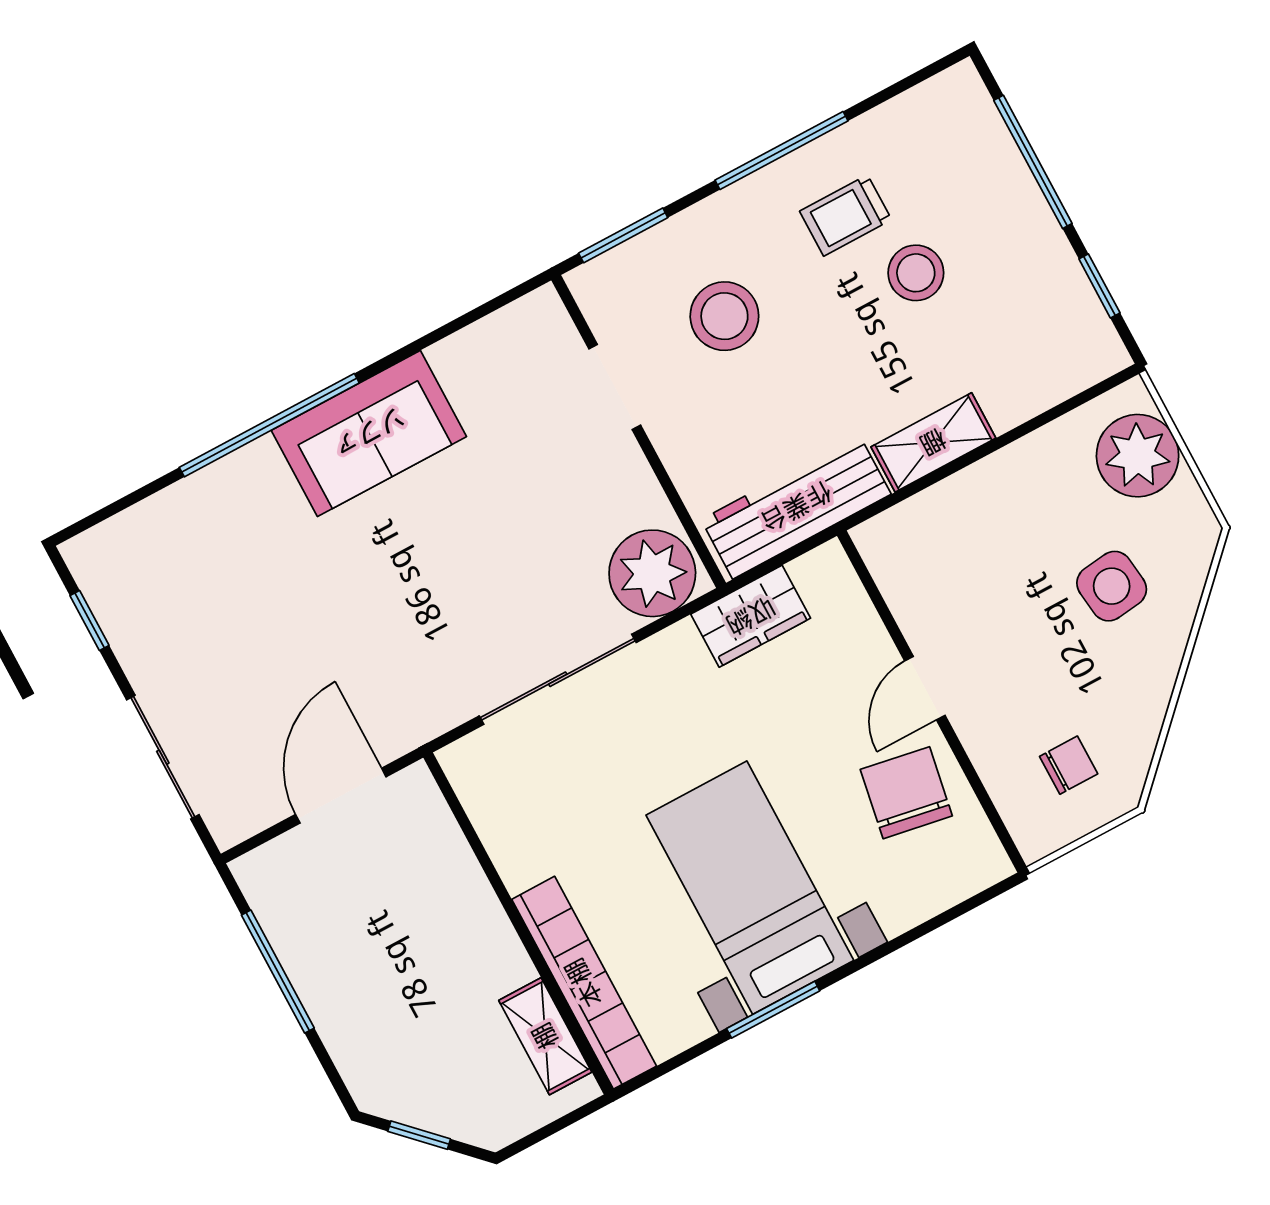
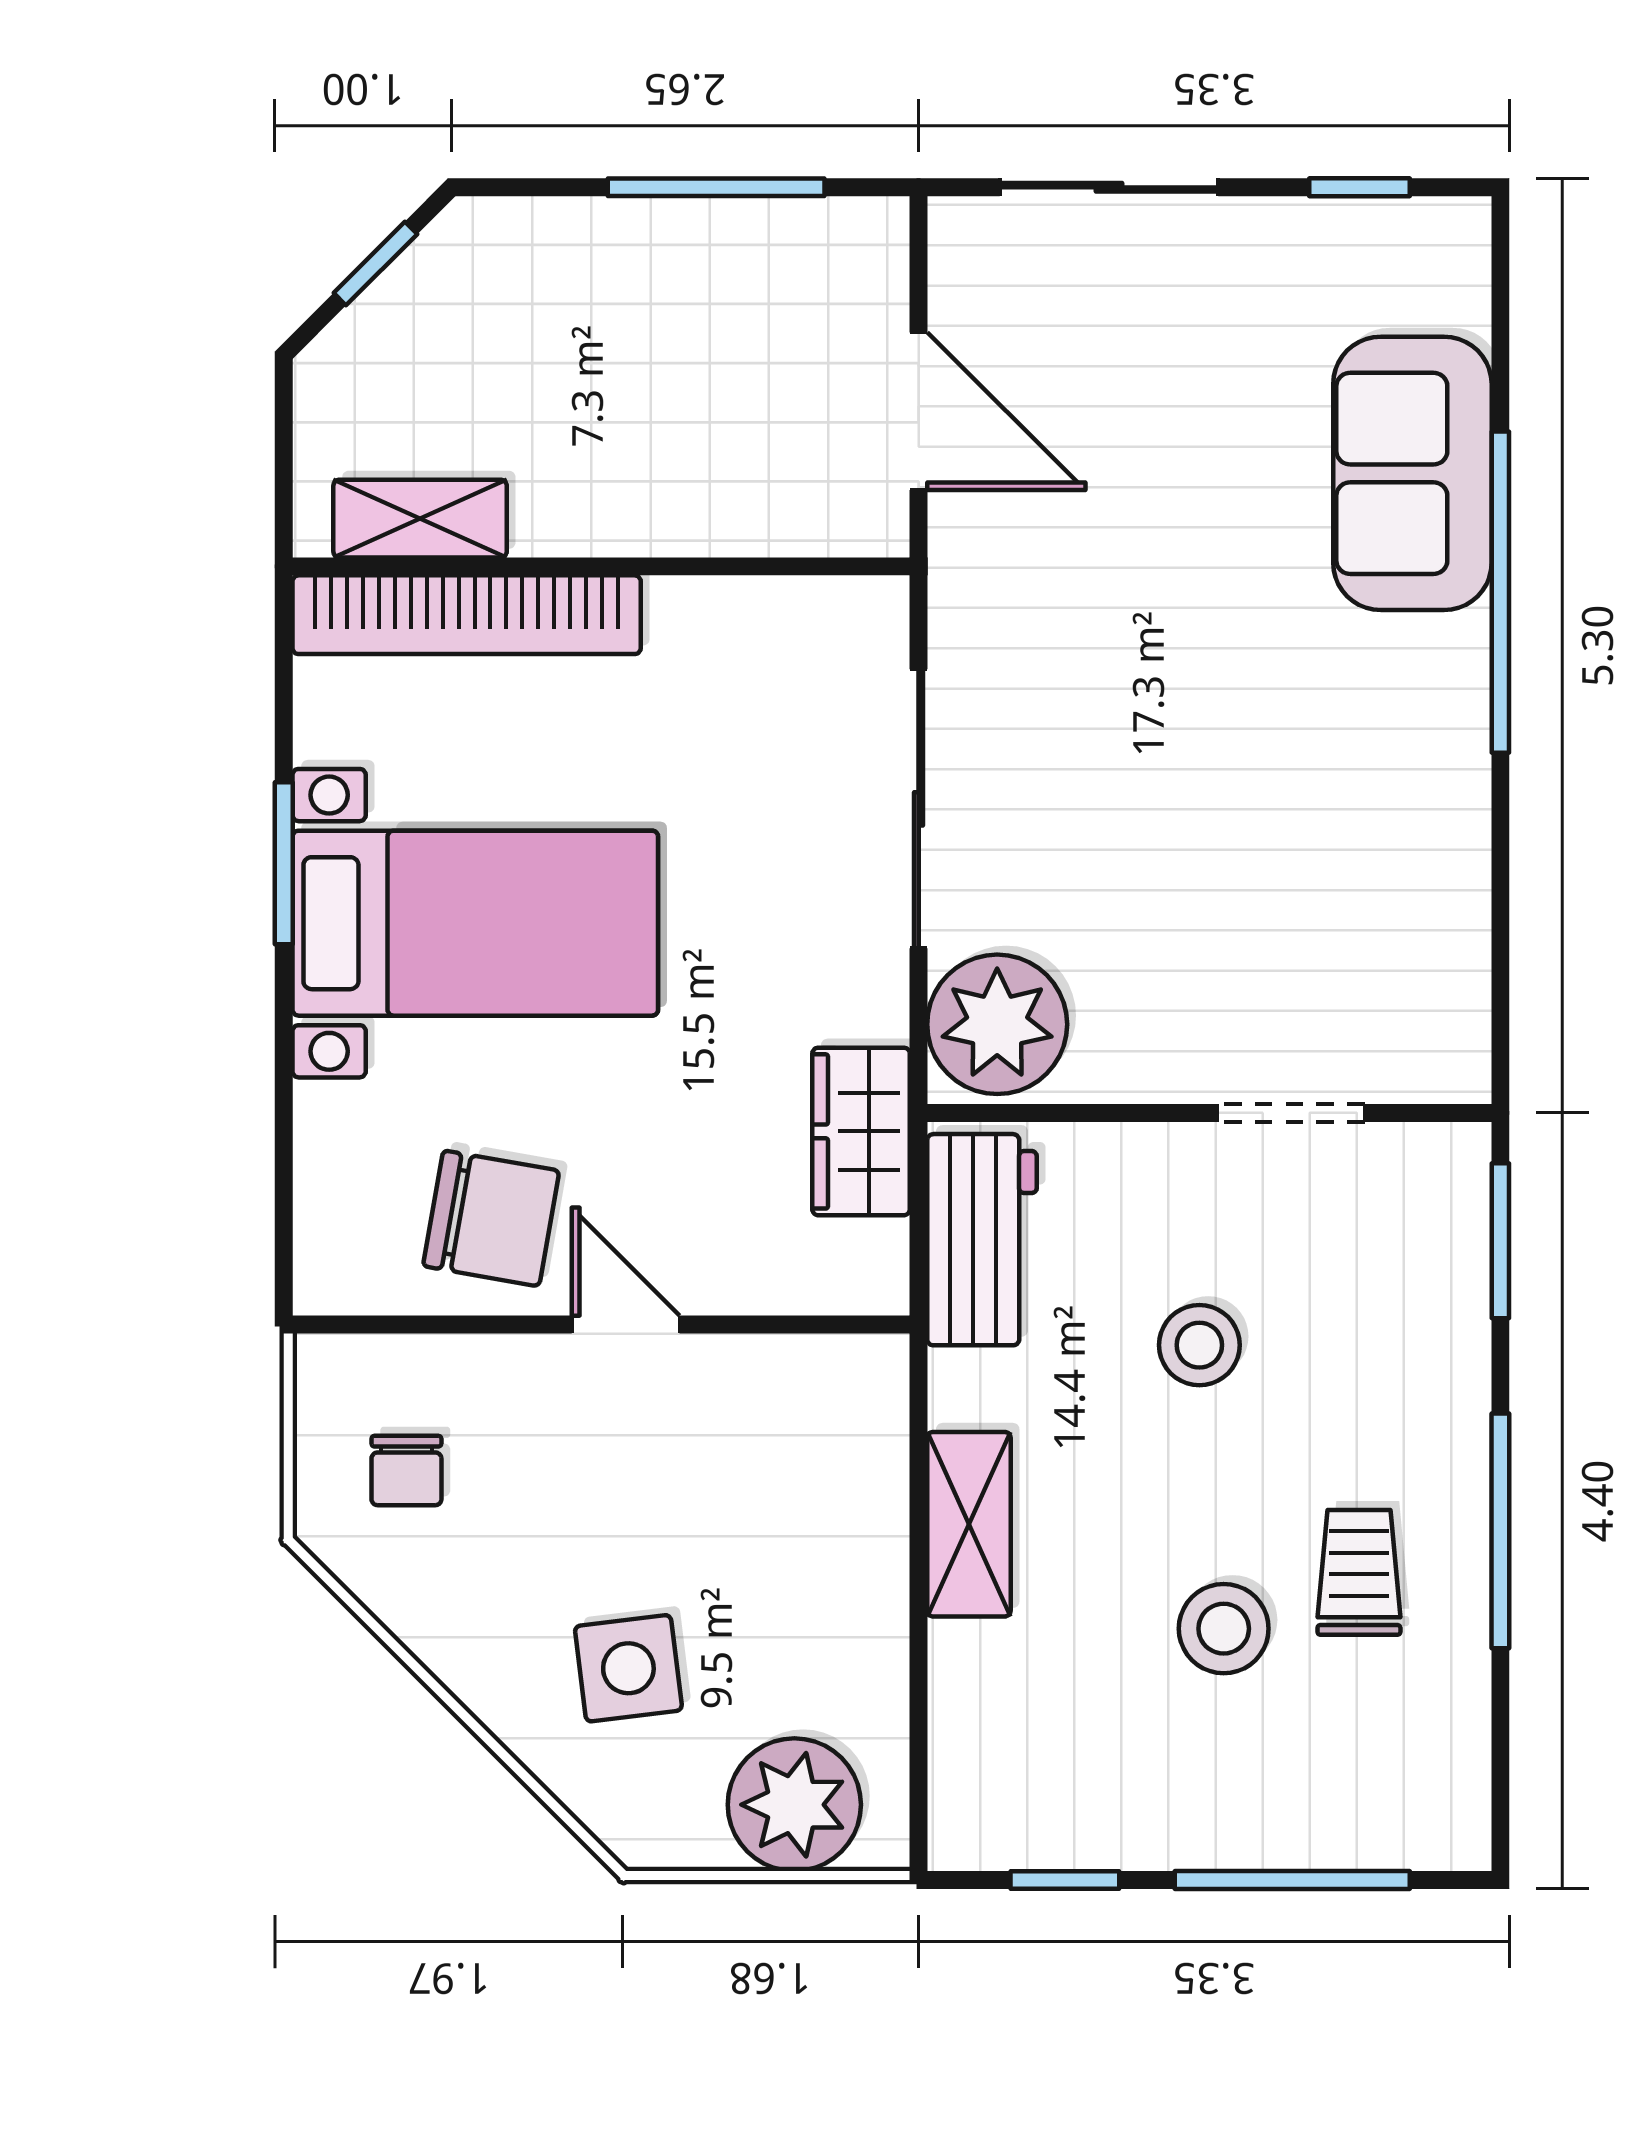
stool: (724, 316) -> (1199, 1345), moved, width x0.73, depth x0.73
sofa: (369, 433) -> (1412, 473), moved
workbench: (796, 507) -> (982, 1240), width x0.73

